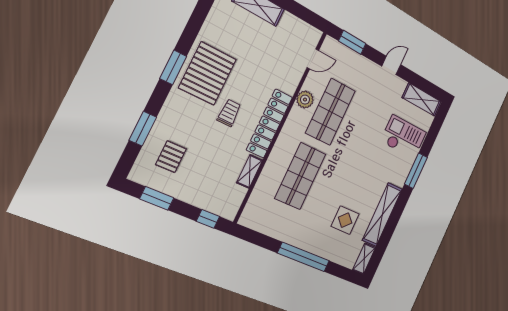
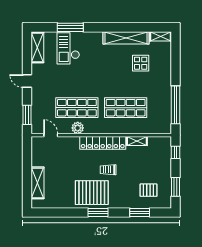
window: (416, 171) -> (70, 27), moved
window: (304, 257) -> (176, 105), moved

